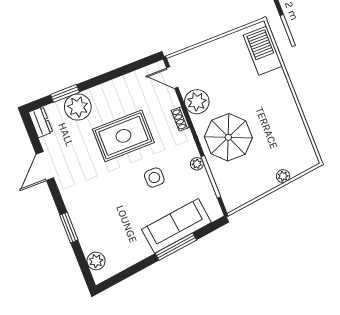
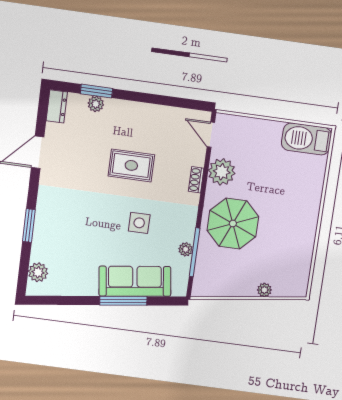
barbecue: (263, 51) -> (306, 139), moved, turned -90
plant: (78, 107) -> (96, 104), width x0.53, depth x0.53
rug: (123, 136) -> (131, 165), width x0.73, depth x0.70
plant: (197, 164) -> (186, 249), moved

